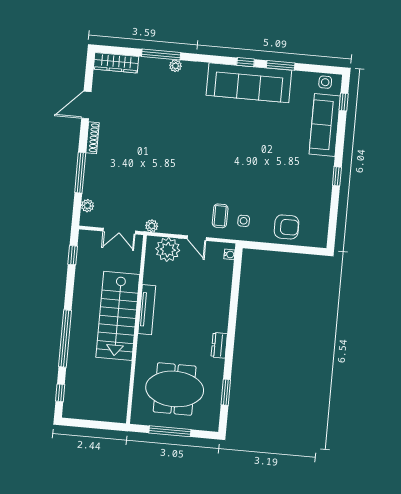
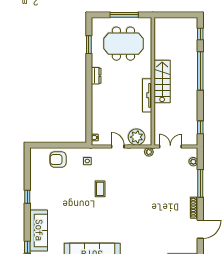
coffee table: (220, 216) -> (100, 189), moved
stairs: (118, 316) -> (162, 82), width x0.73, depth x0.66

